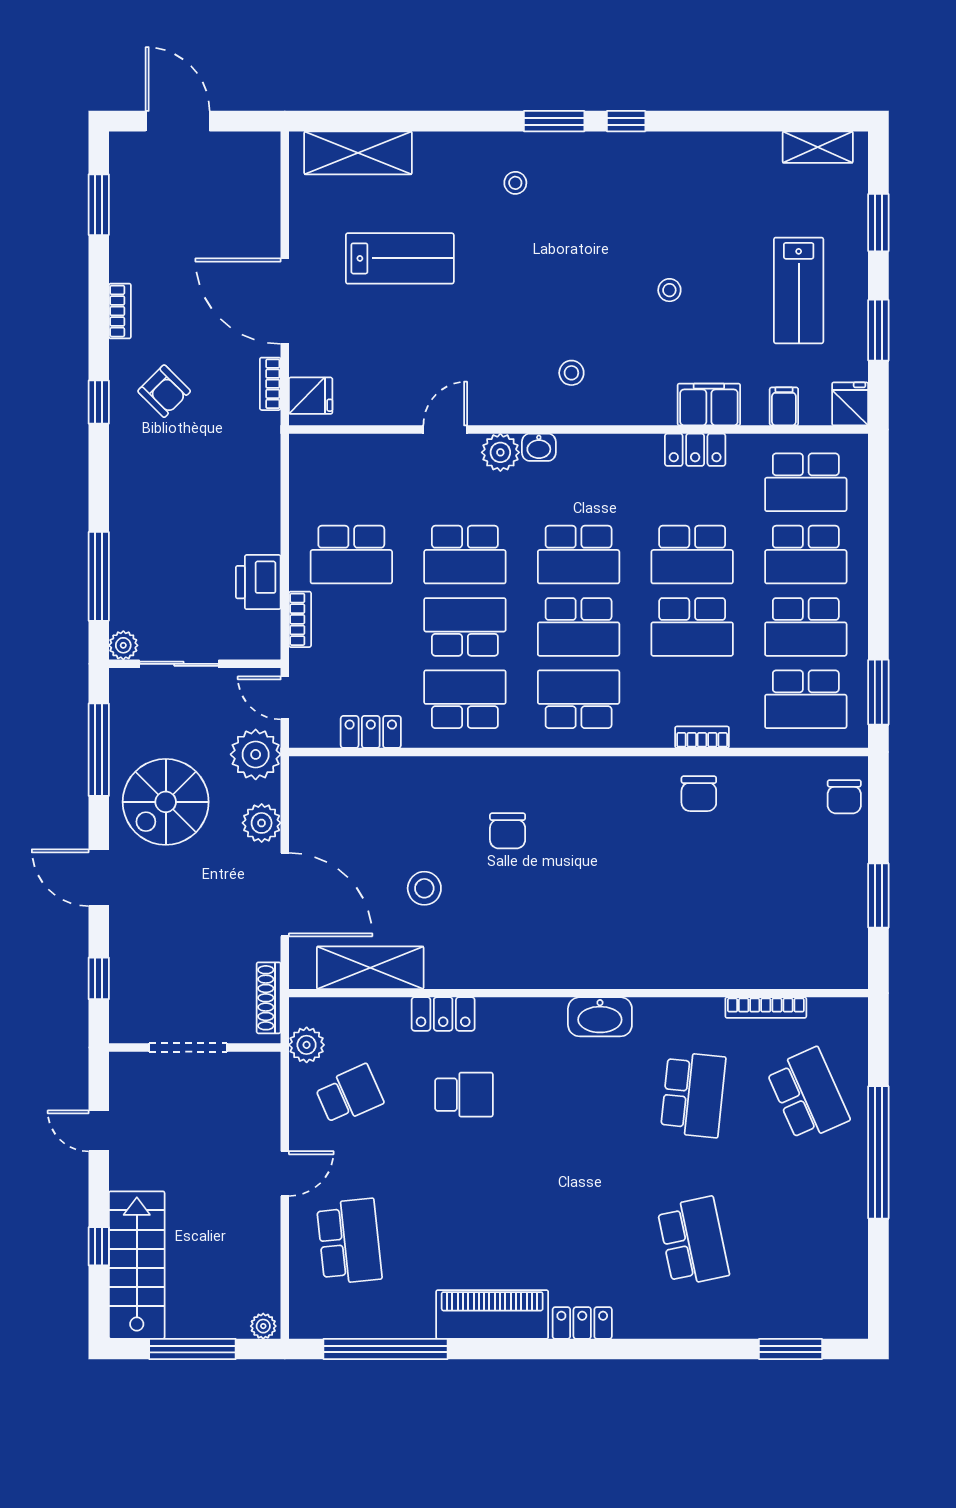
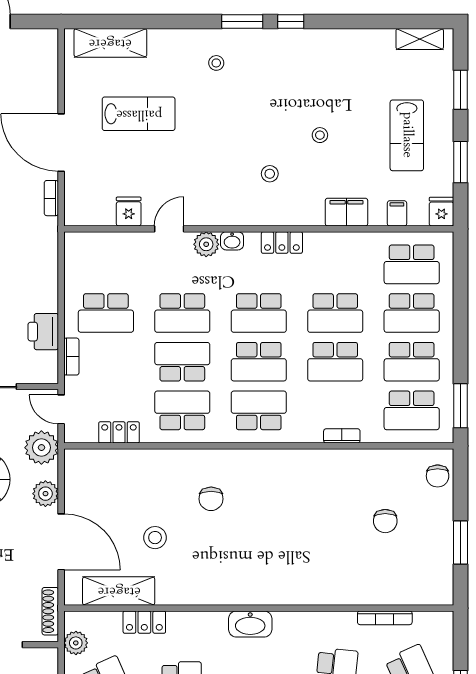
stool: (571, 373) -> (270, 174), moved
fridge: (311, 396) -> (129, 211), moved, turned -90
locker: (695, 450) -> (282, 242), moved
chair: (699, 794) -> (385, 521), moved
locker: (443, 1014) -> (144, 622), moved
washbasin: (600, 1017) -> (250, 624), moved

